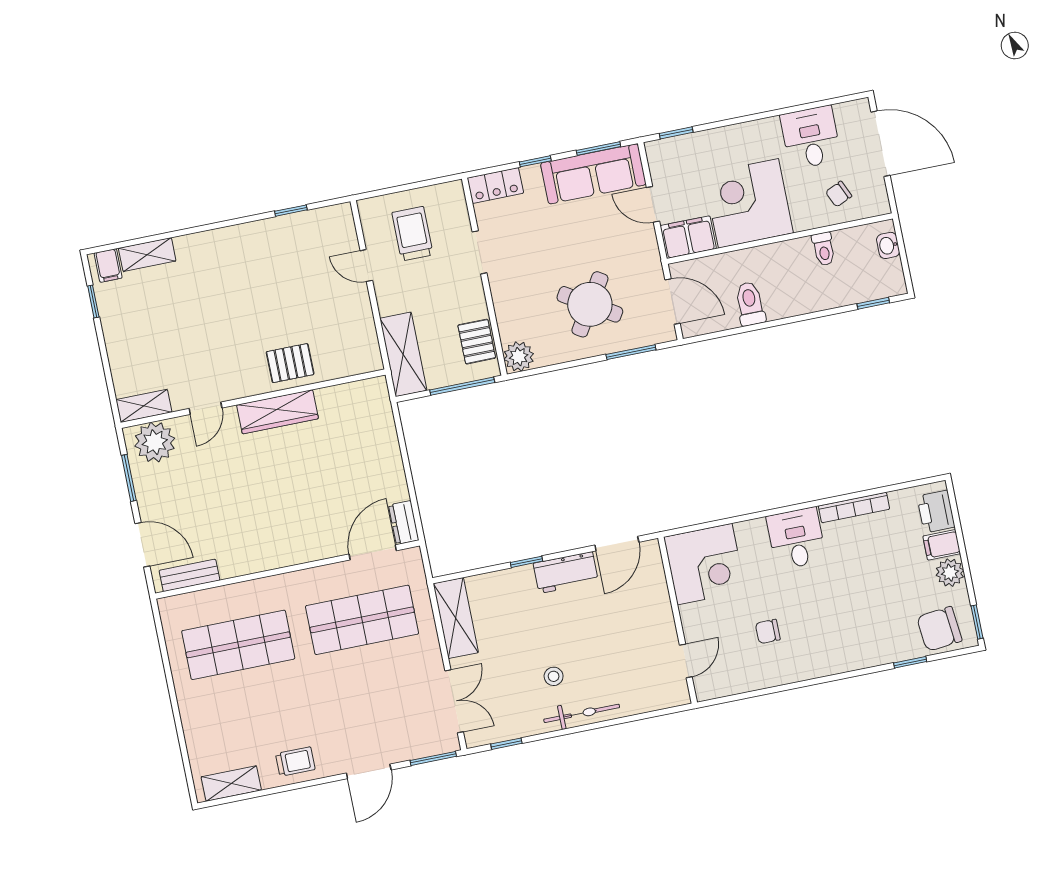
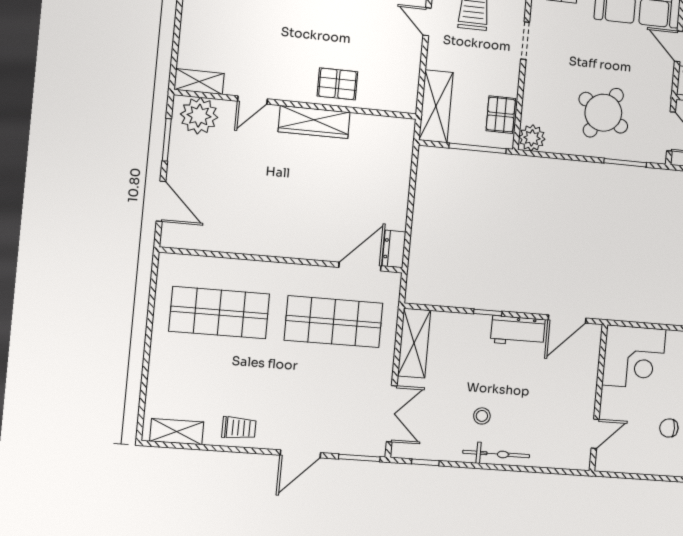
bench: (189, 575) -> (195, 240), removed

